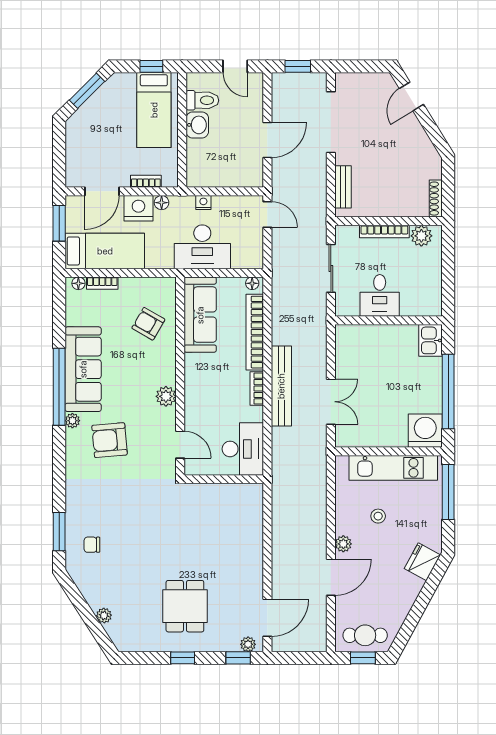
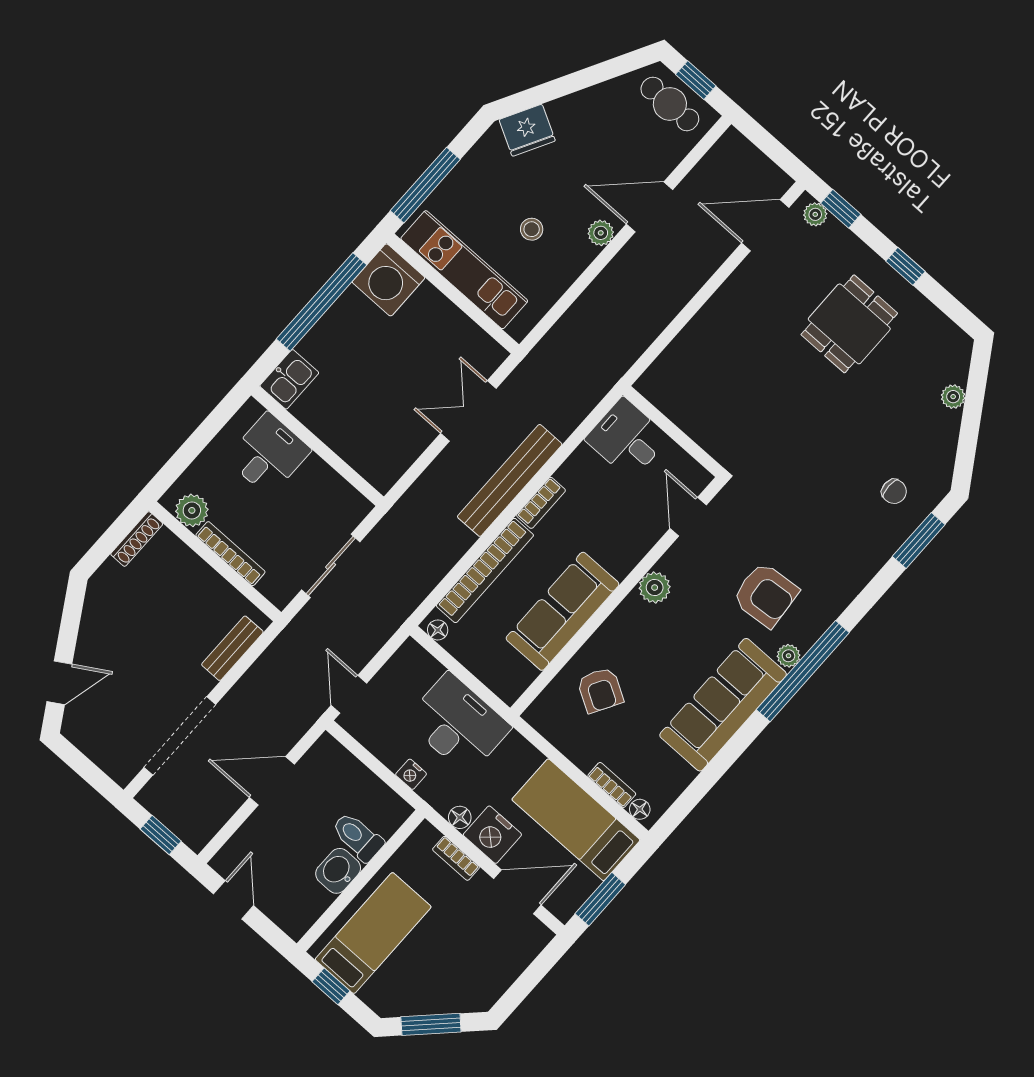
toilet: (202, 100) -> (358, 837), moved
desk: (380, 295) -> (268, 454), moved
sofa: (200, 315) -> (562, 611), moved
window: (59, 387) -> (803, 671), moved
desk: (243, 449) -> (627, 439), width x0.73

